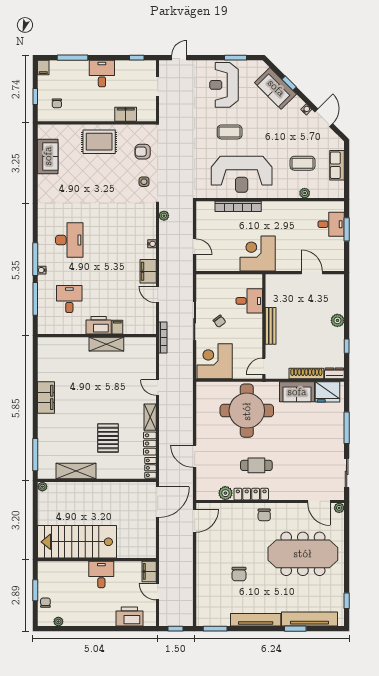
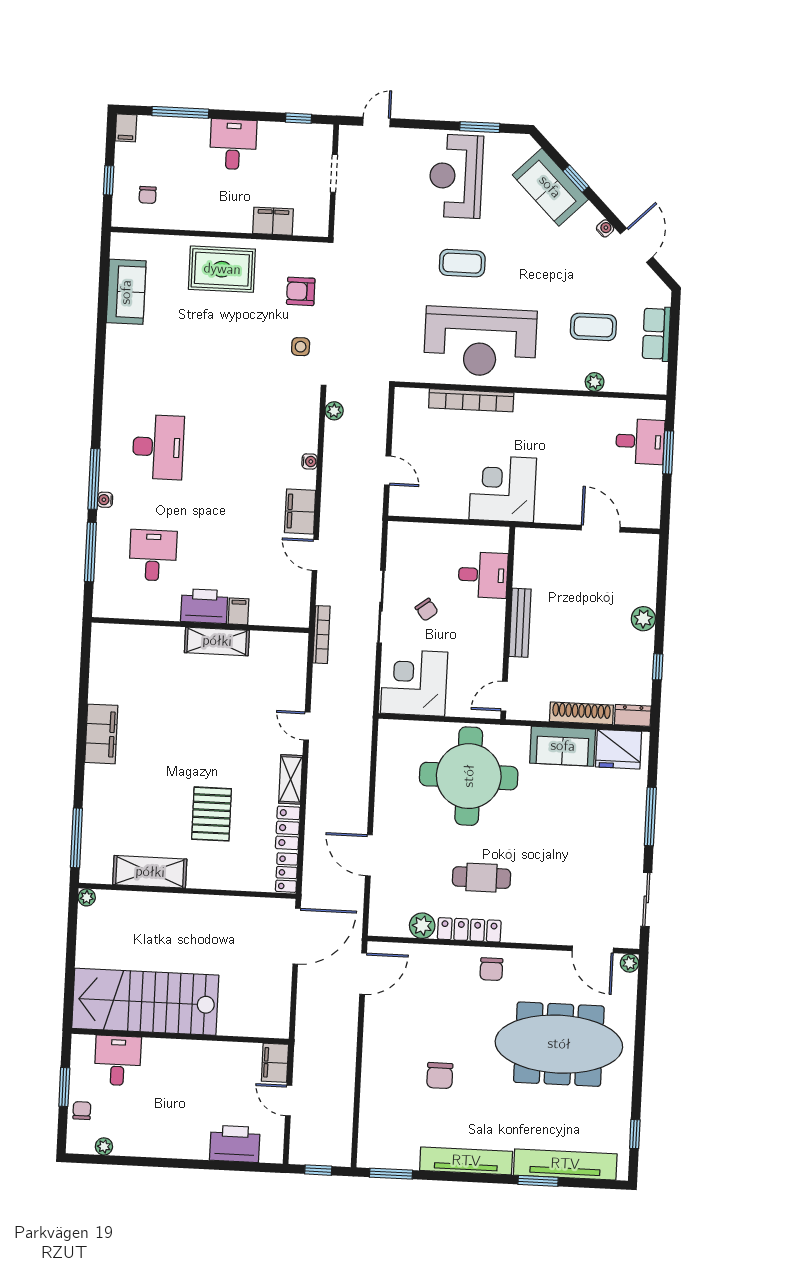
desk: (101, 574) -> (118, 1061), moved

